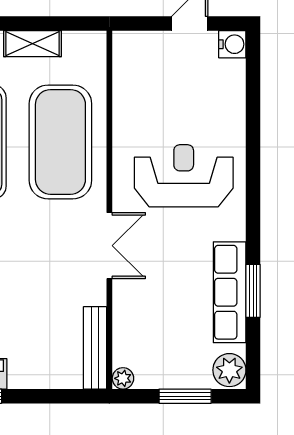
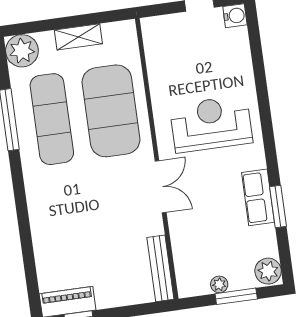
row of seats: (230, 292) -> (258, 197), width x0.68
plant: (123, 378) -> (219, 284), moved

